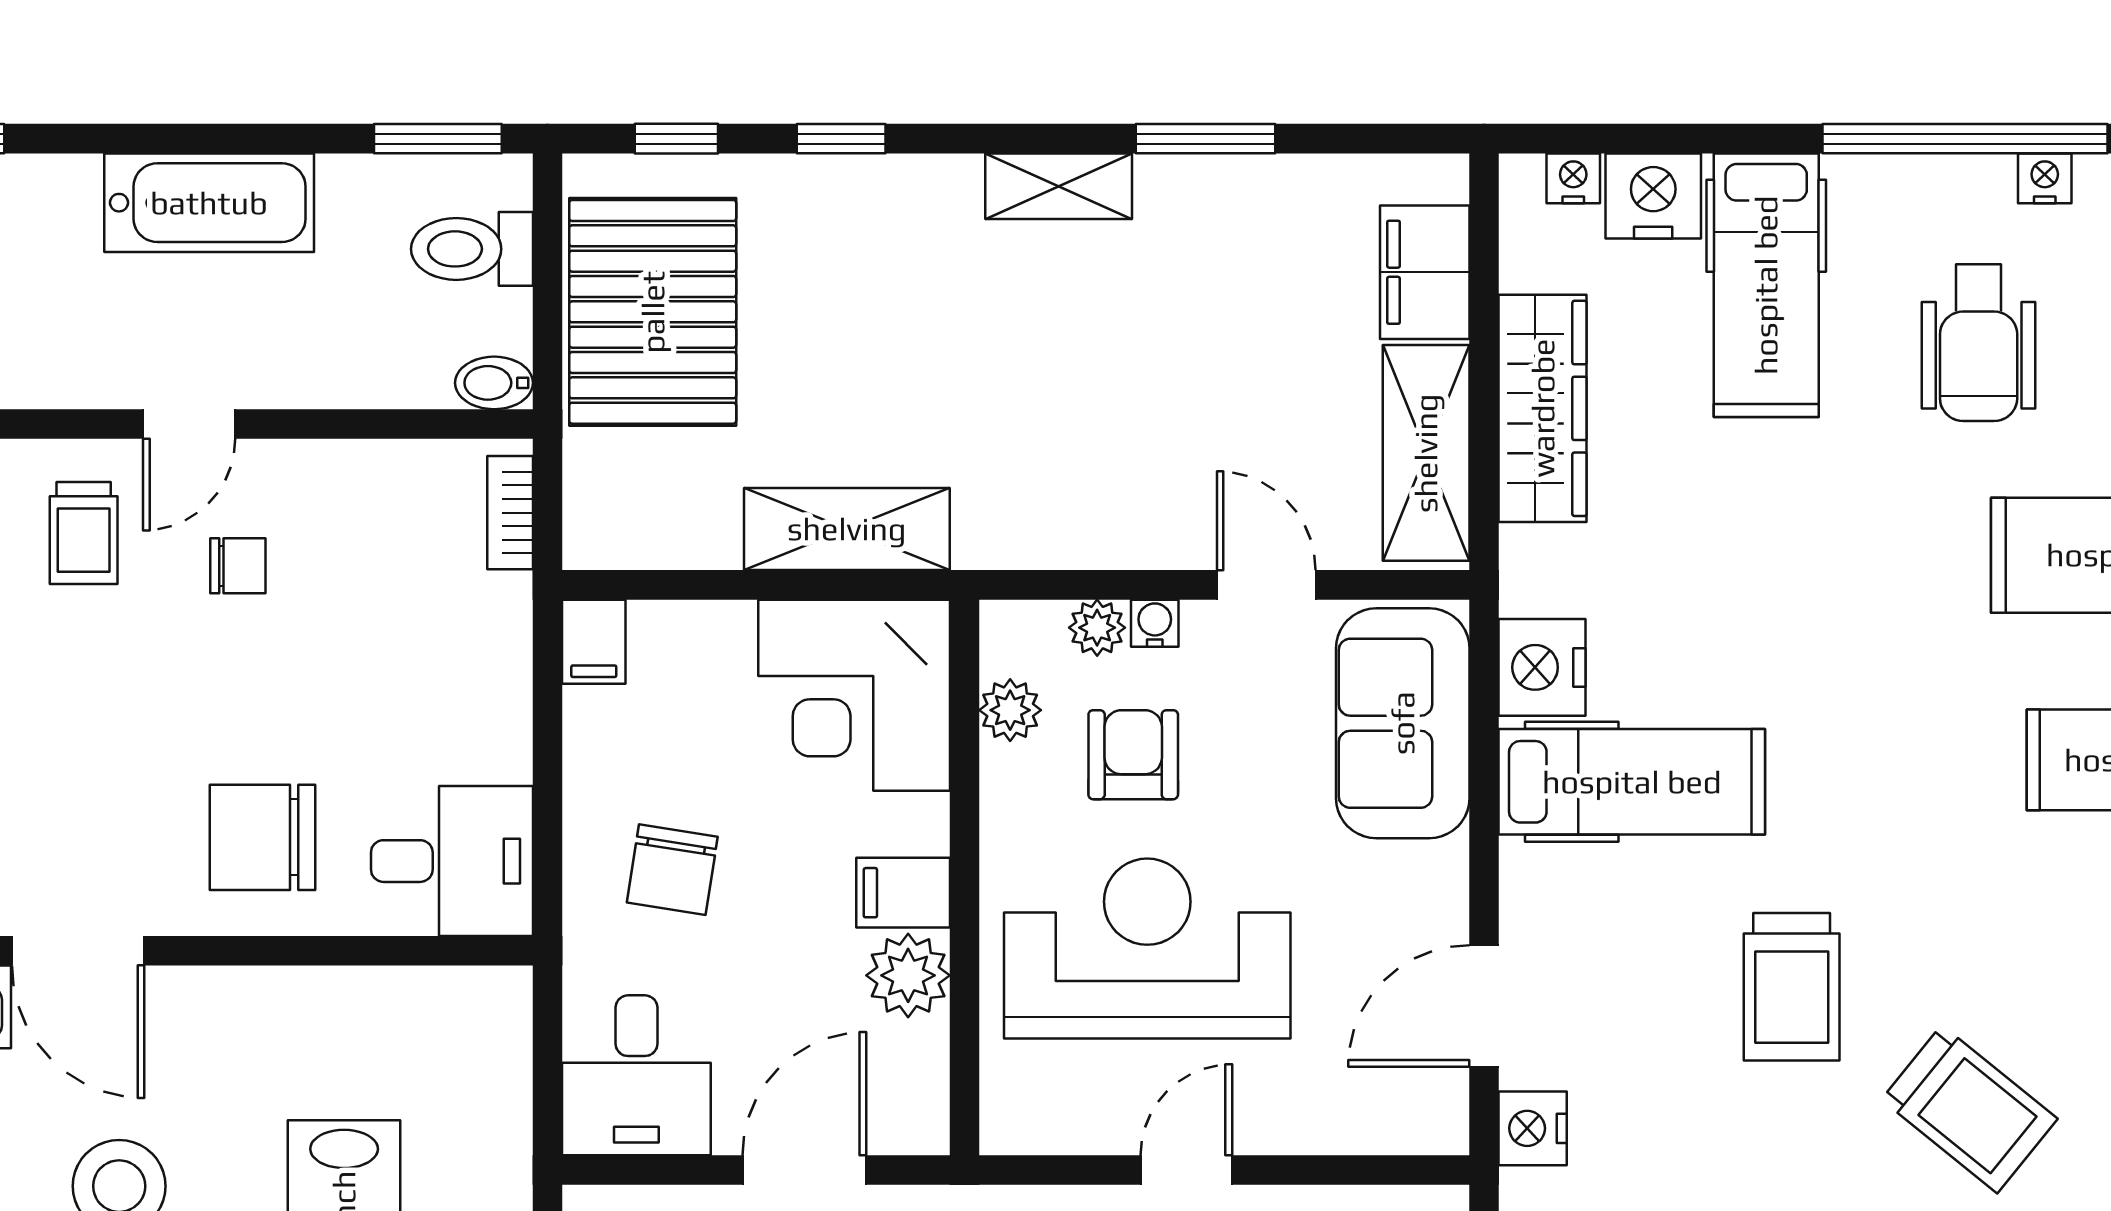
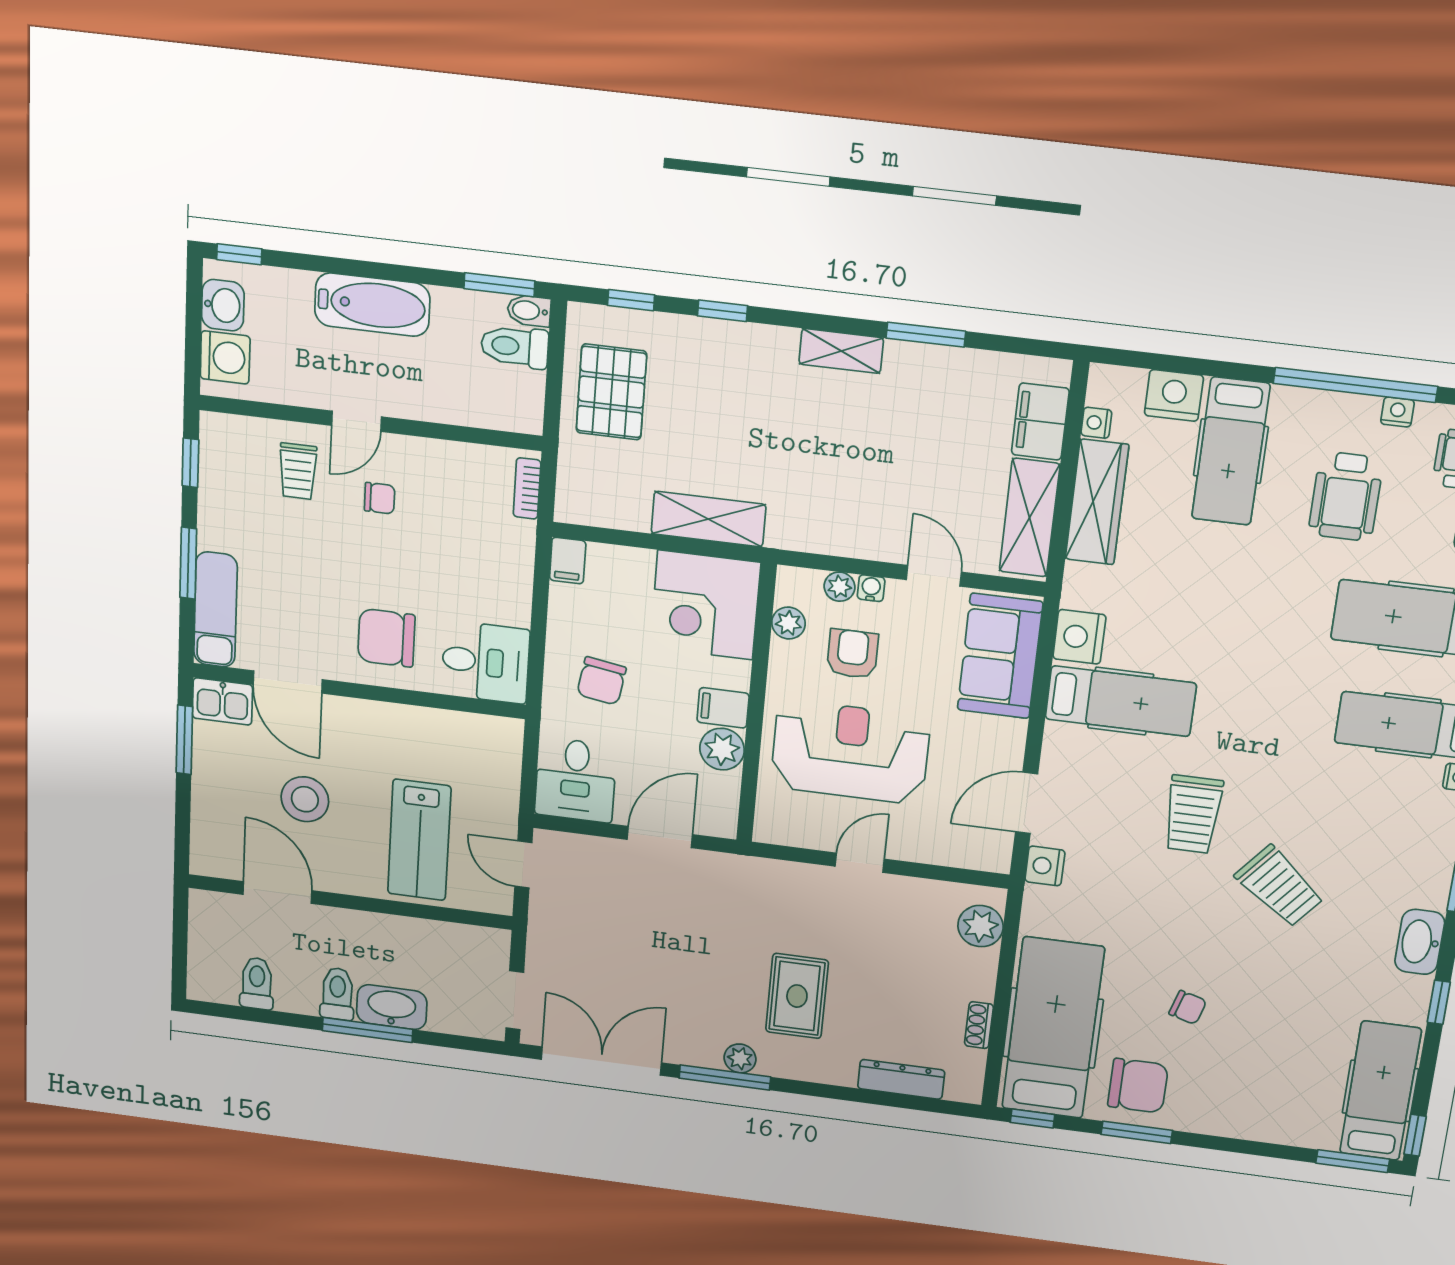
nightstand: (1573, 178) -> (1096, 423), moved, turned -90
pallet: (653, 312) -> (611, 392), width x0.73, depth x0.71
bidet: (494, 383) -> (529, 311), moved

